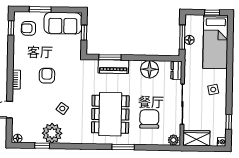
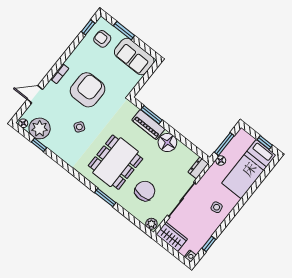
window: (84, 33) -> (146, 78), removed
floor lamp: (189, 40) -> (221, 161), moved
floor lamp: (149, 69) -> (167, 143), moved
armchair: (47, 76) -> (88, 90), width x1.88, depth x1.88
plant: (52, 133) -> (40, 128), moved

